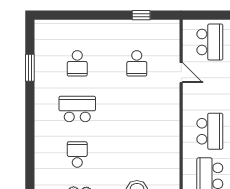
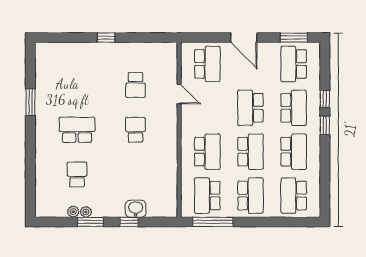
window: (141, 15) -> (106, 38), moved
school desk: (77, 63) -> (135, 130), moved, turned 180
window: (30, 68) -> (30, 102), moved

